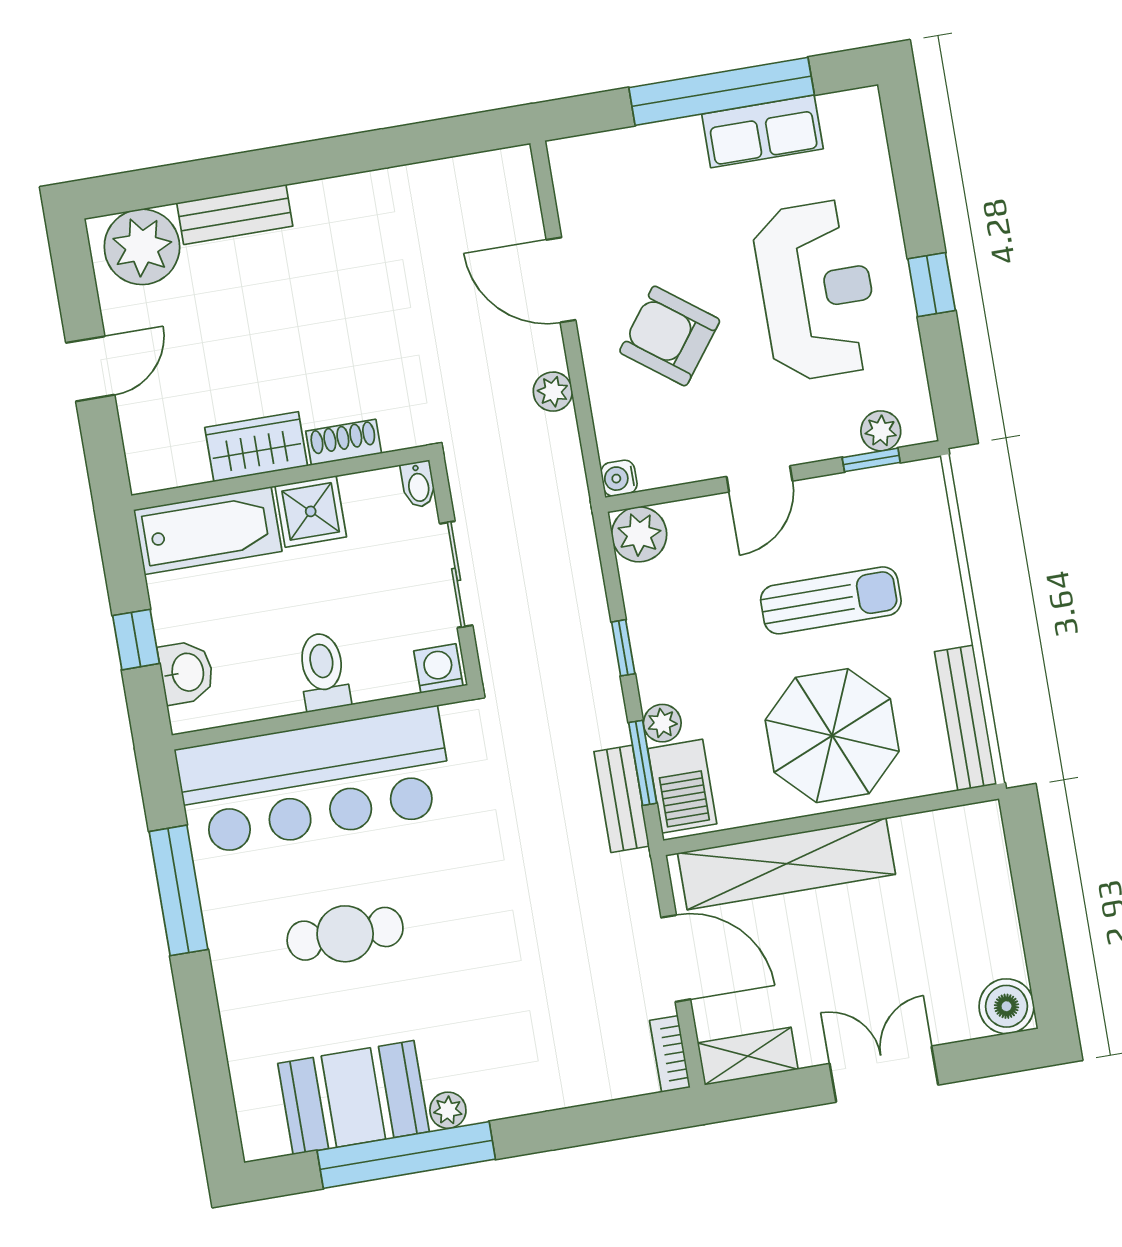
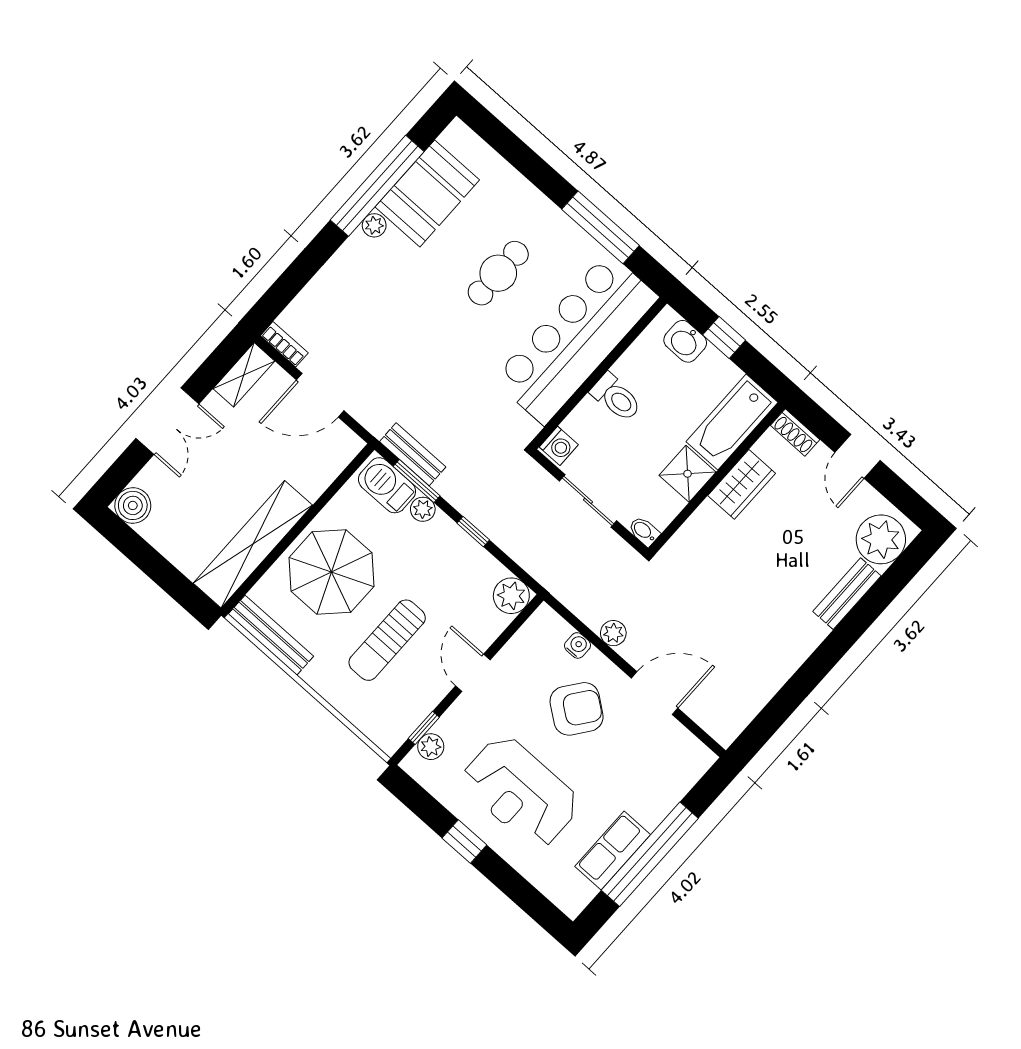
shoe rack: (344, 442) -> (795, 433), moved, turned 90
water cooler: (619, 478) -> (578, 645), moved
shelving: (786, 864) -> (253, 544), moved

